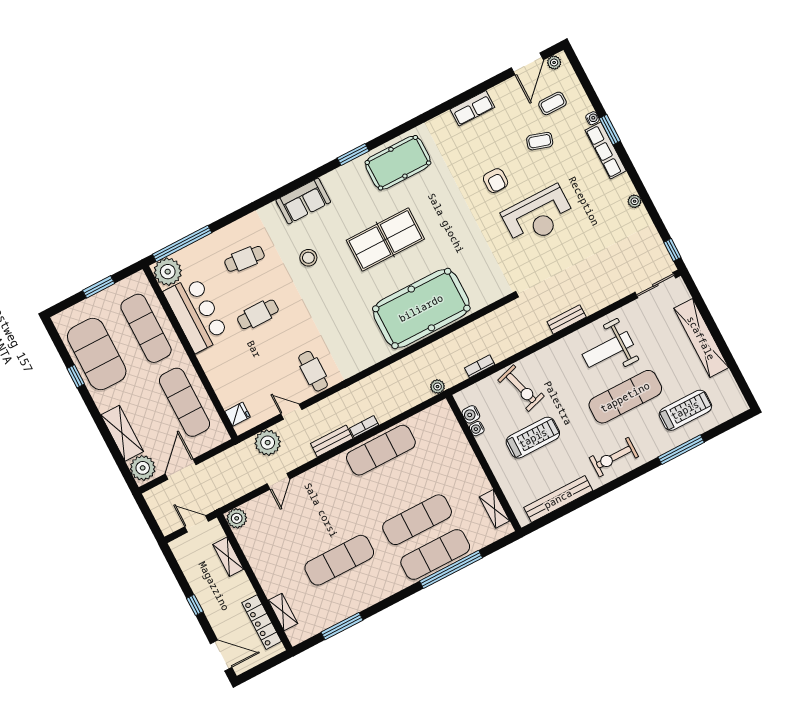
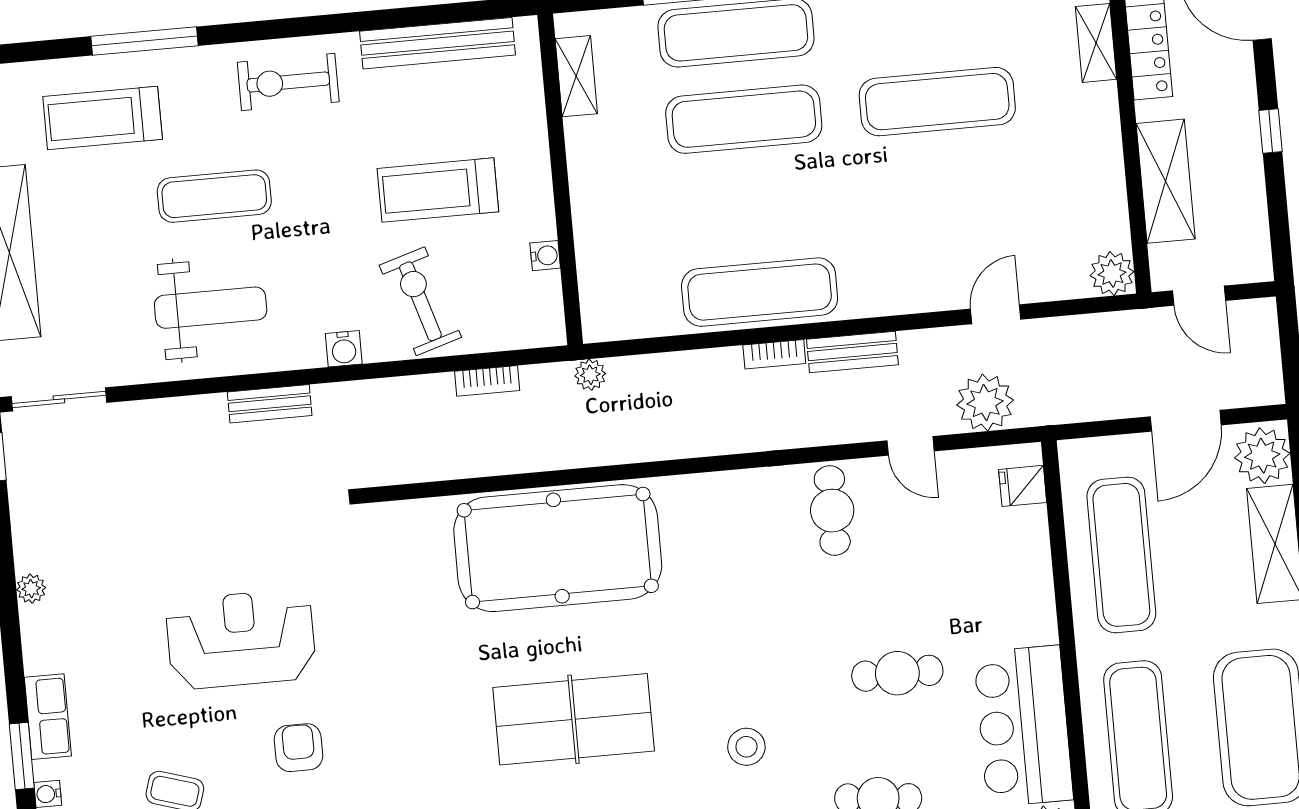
row of seats: (606, 151) -> (48, 717), width x0.68
exercise mat: (625, 397) -> (214, 196), width x0.73, depth x0.69
water cooler: (471, 414) -> (344, 349), moved, turned 90
exercise bike: (614, 457) -> (288, 82), turned 180
shelving: (228, 557) -> (1166, 181), width x1.50, depth x1.33

